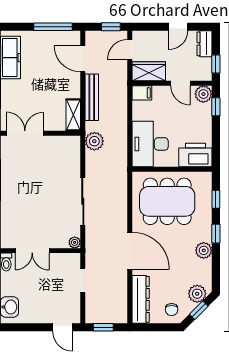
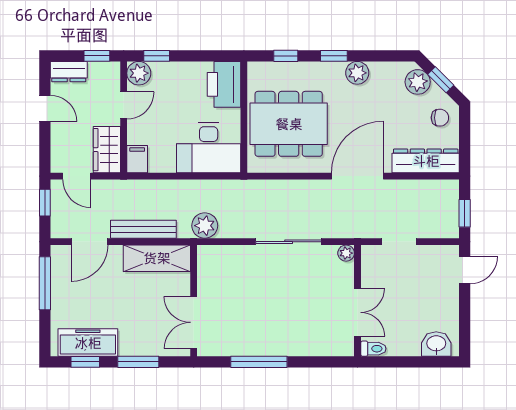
shelving: (73, 115) -> (157, 258), width x1.50, depth x1.33
dining table: (167, 201) -> (289, 124), turned 90

